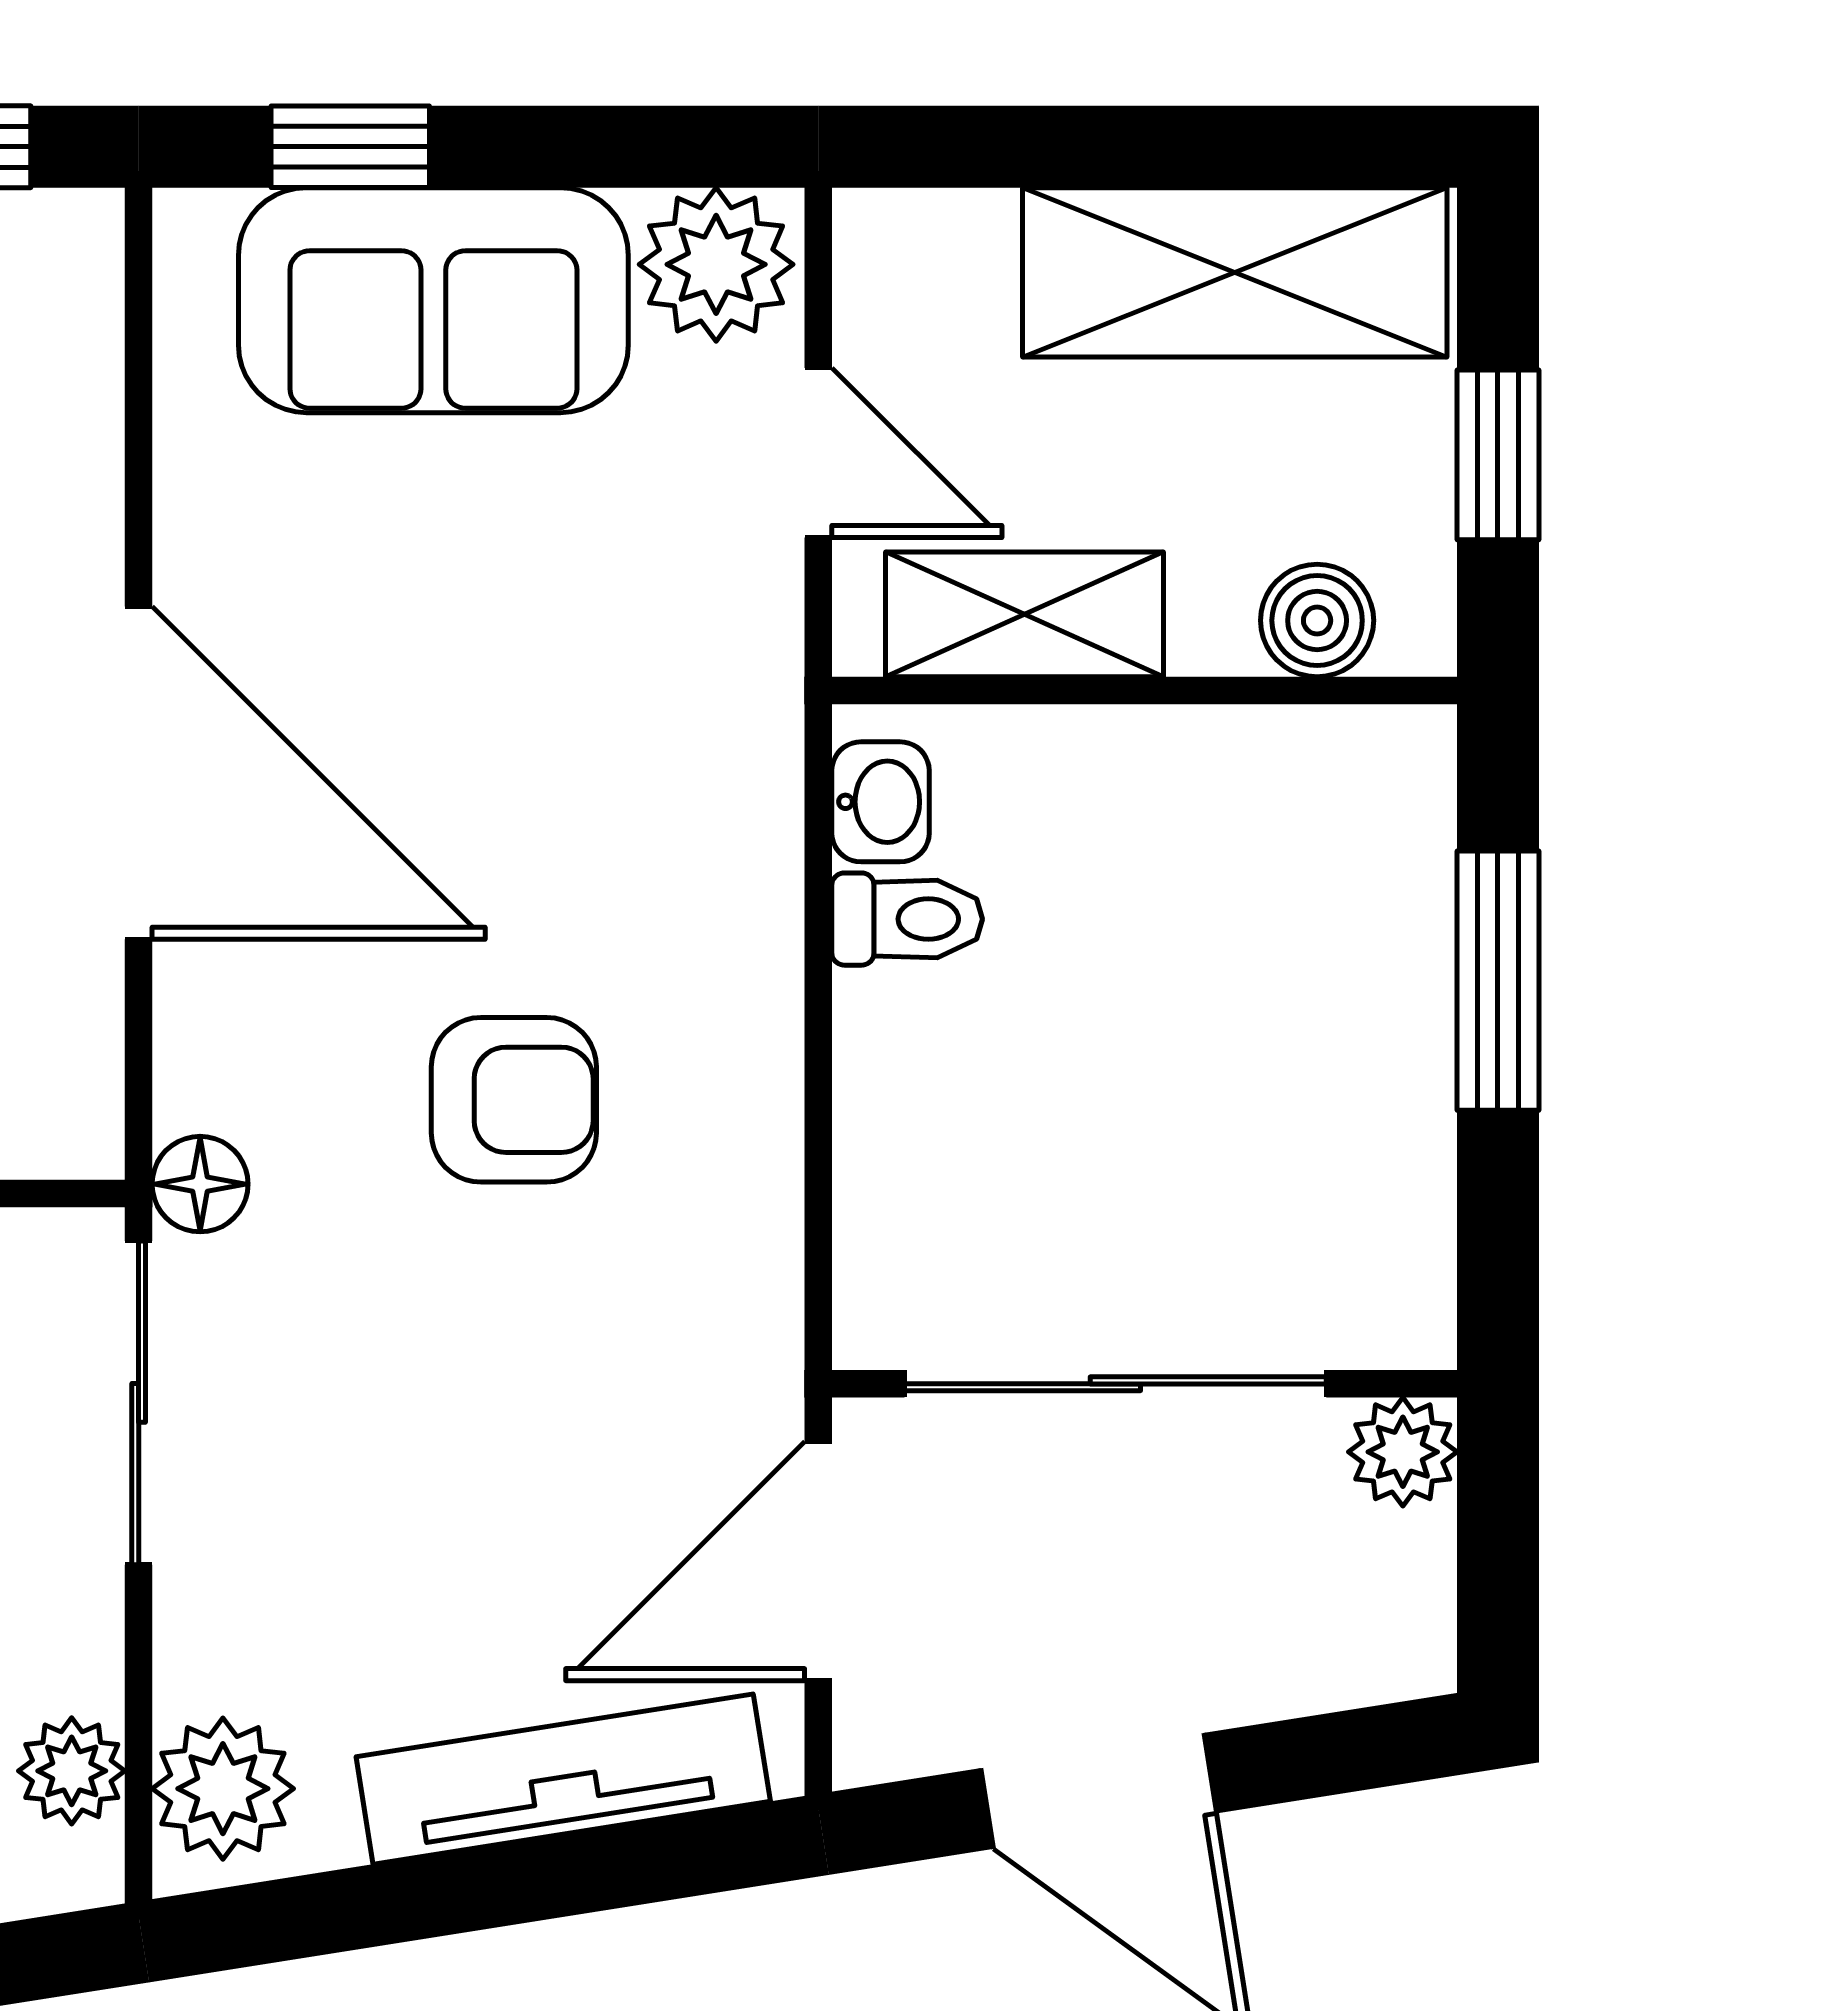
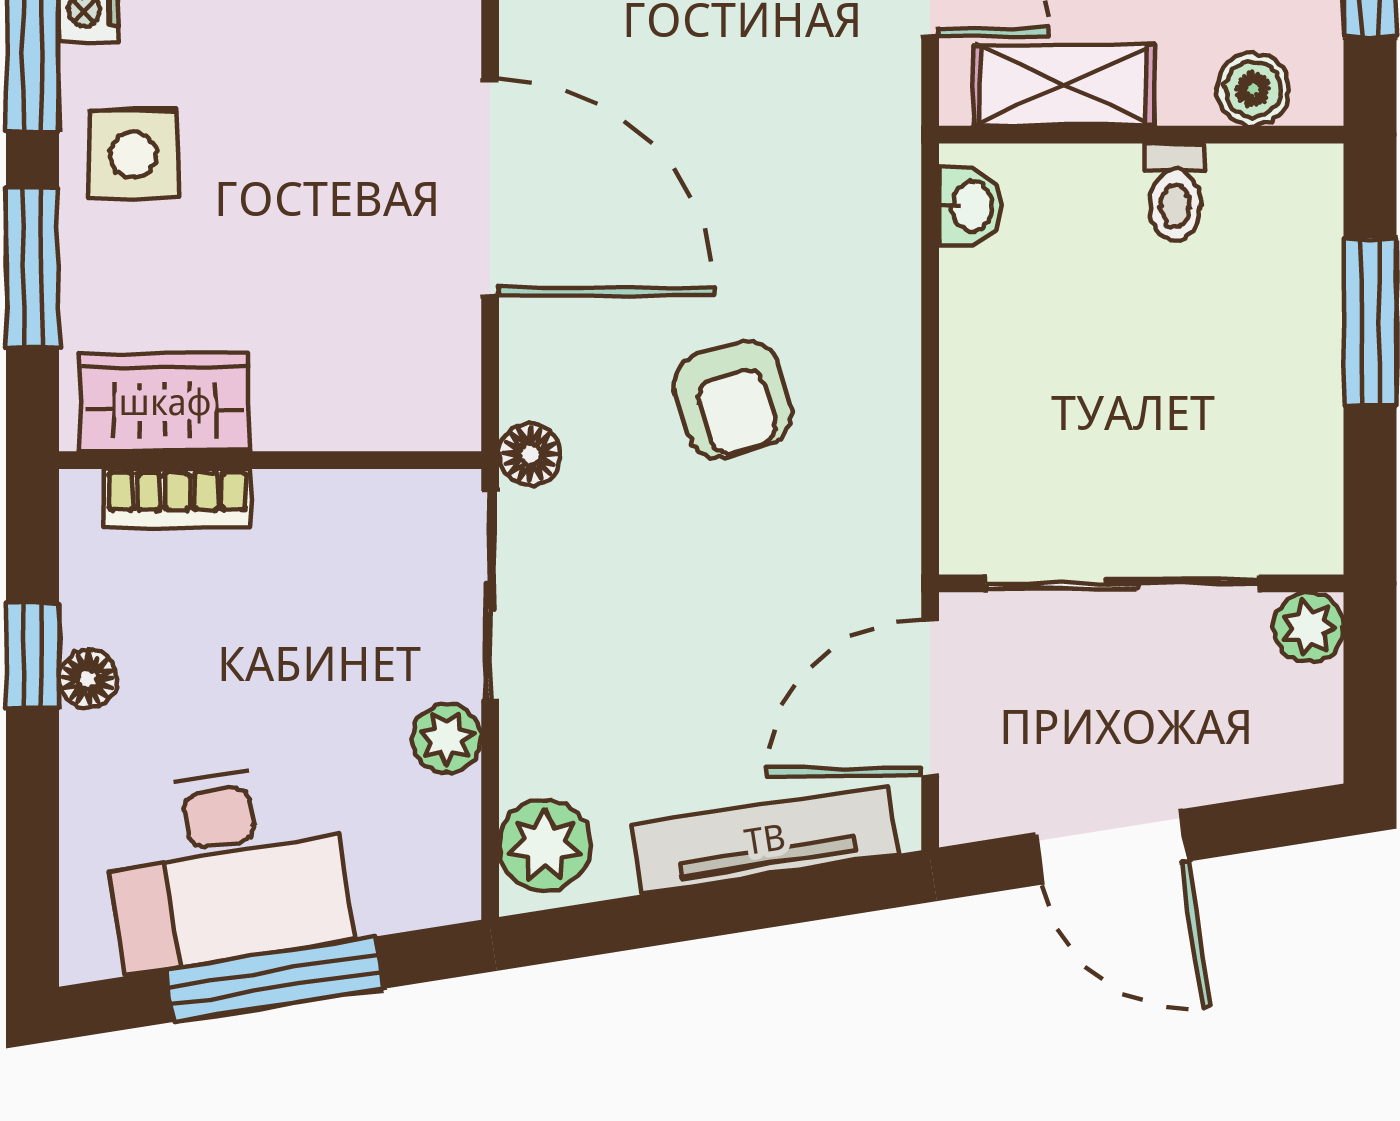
toilet: (907, 919) -> (1175, 192), moved, turned 90
armchair: (514, 1100) -> (733, 400), turned 73
plant: (72, 1771) -> (447, 738), moved

